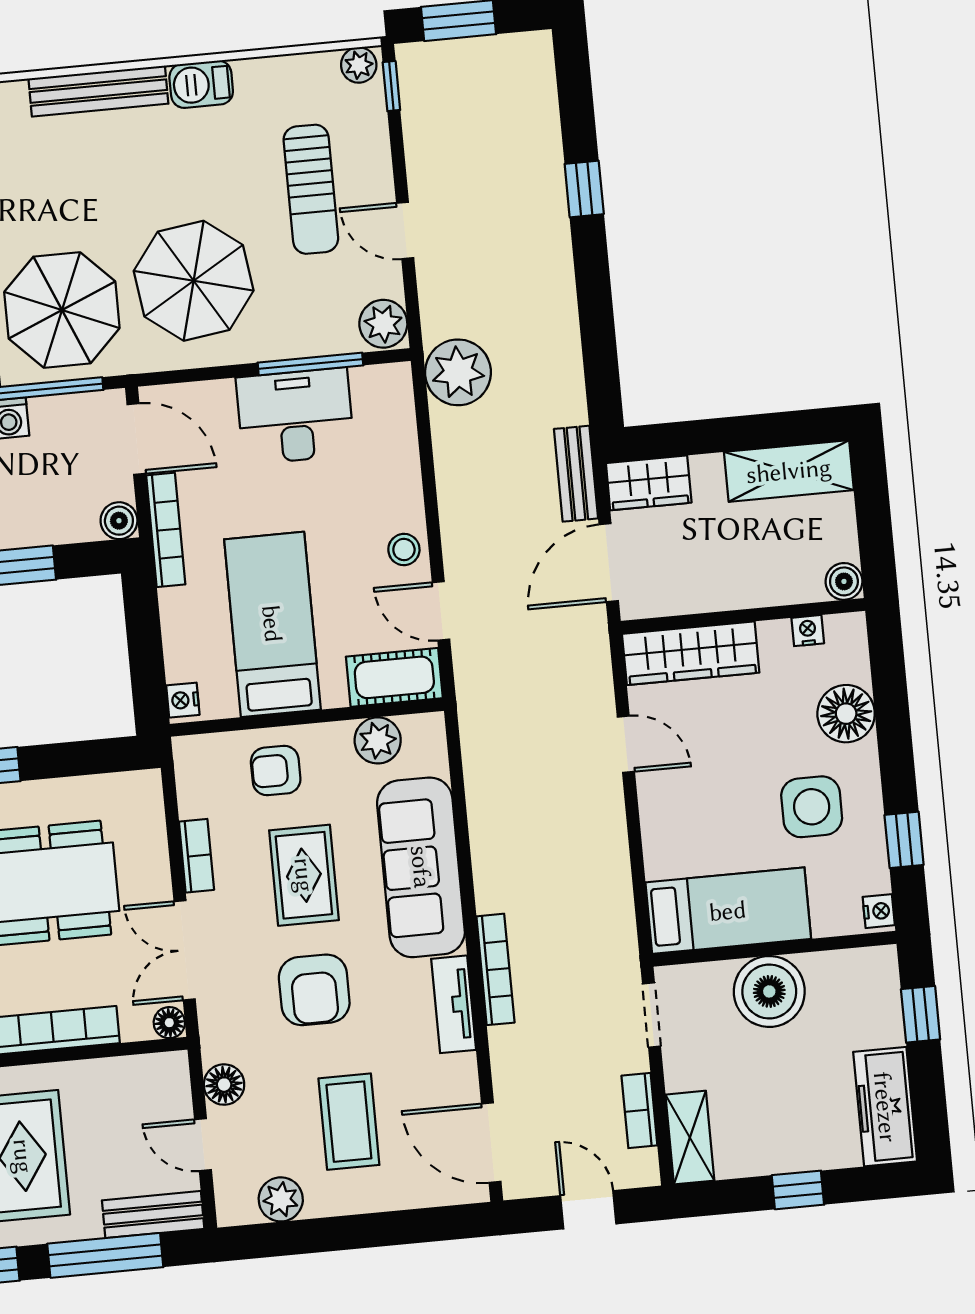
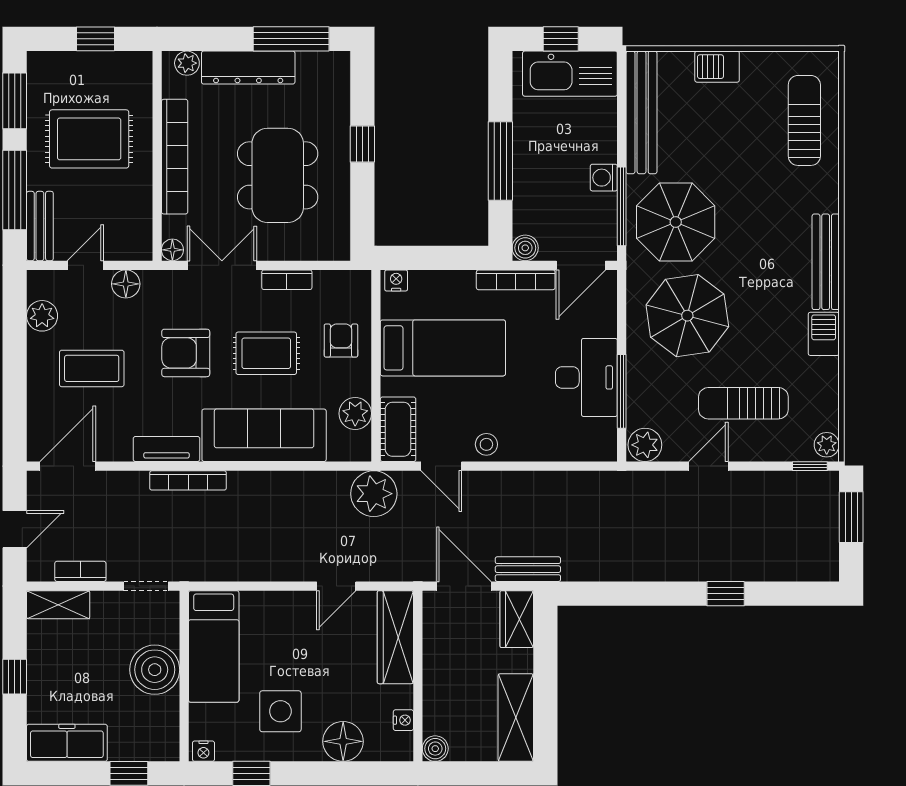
plant: (458, 372) -> (374, 494), moved
door: (441, 611) -> (441, 466), swing flipped

